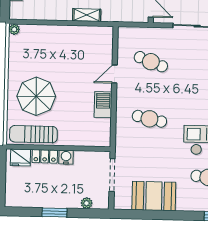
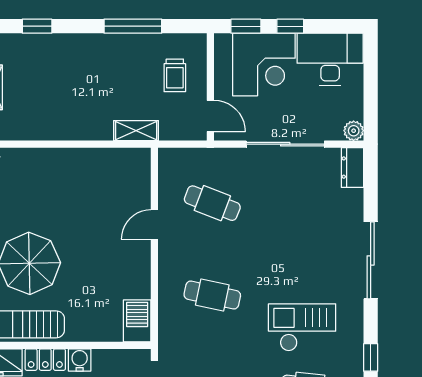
shelving: (87, 15) -> (136, 131), moved
barbecue: (103, 105) -> (137, 321), moved

